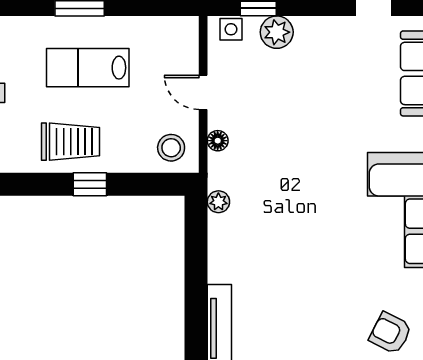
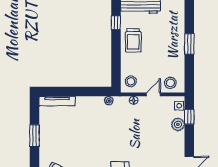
stool: (175, 51) -> (170, 83), added
lab bench: (88, 68) -> (163, 47), removed
window: (90, 184) -> (116, 23), moved

